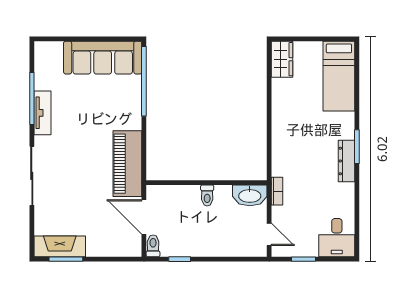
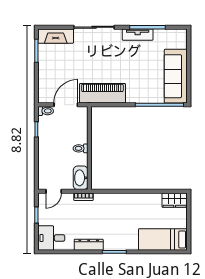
dresser: (347, 161) -> (89, 245), moved
fireplace: (60, 246) -> (56, 36), moved, turned 90

